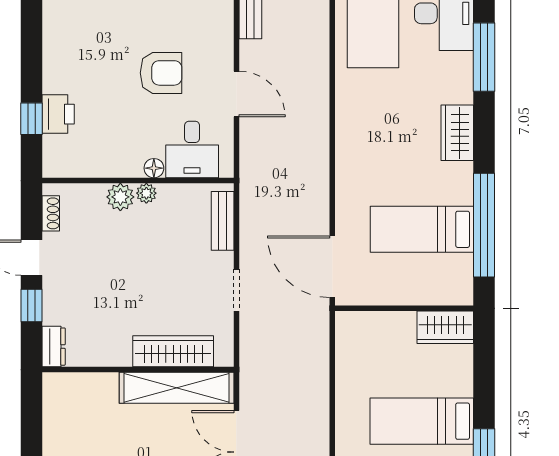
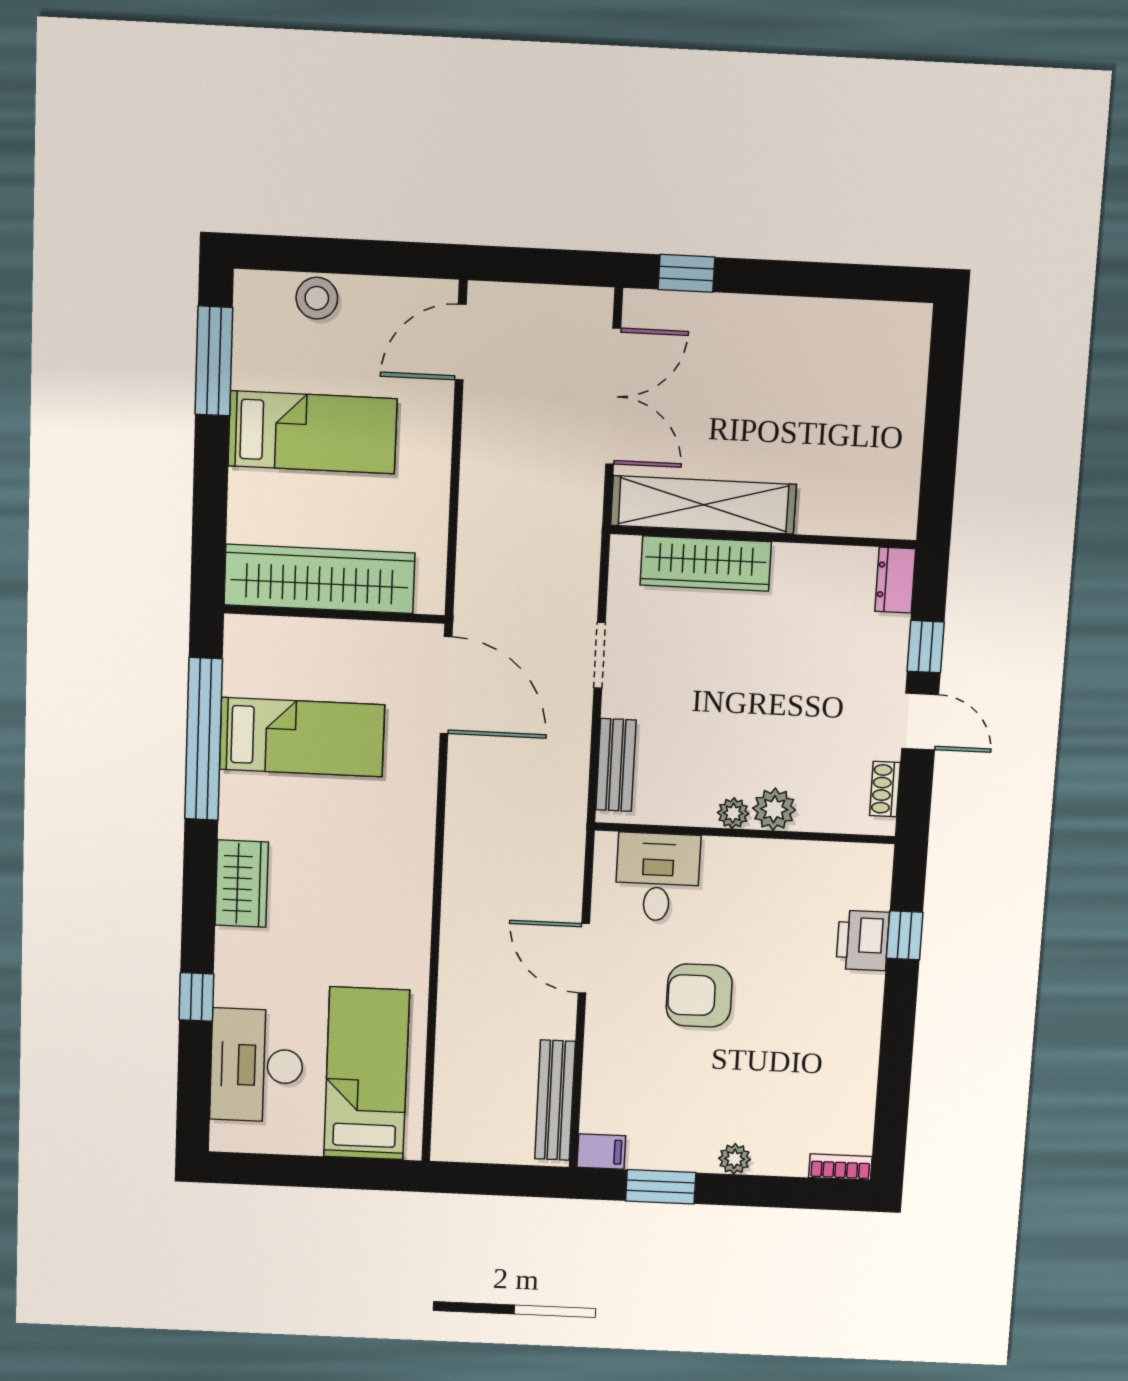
window: (484, 57) -> (196, 997), width x0.46
floor lamp: (154, 168) -> (719, 851), removed
wardrobe: (445, 327) -> (319, 579), width x2.10, depth x1.17

